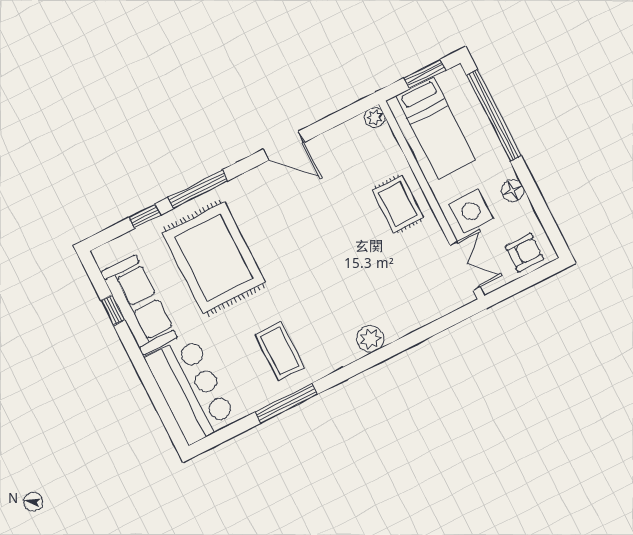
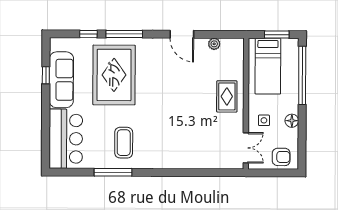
plant: (375, 117) -> (214, 44), moved
side table: (471, 211) -> (264, 120), width x0.54, depth x0.54
plant: (370, 339) -> (175, 161), removed

